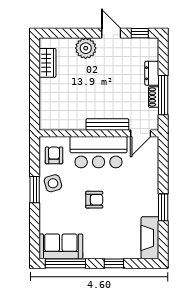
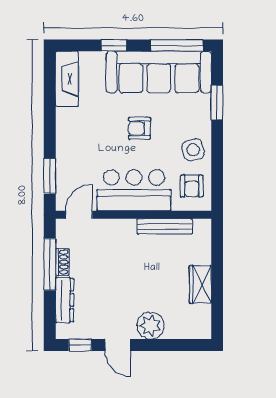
wardrobe: (47, 63) -> (200, 284), moved
dresser: (152, 73) -> (65, 300), width x1.44
bench: (107, 124) -> (165, 226), moved
window: (35, 190) -> (217, 102), moved
window: (163, 207) -> (50, 176), moved
sofa: (61, 246) -> (159, 72), width x1.85, depth x1.27

